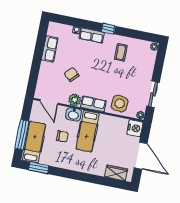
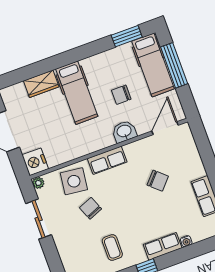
chair: (120, 82) -> (91, 208), added
plant: (75, 100) -> (134, 151), removed
door: (49, 102) -> (165, 128), hinge flipped
hospital bed: (88, 131) -> (77, 93), moved, turned 180
wardrobe: (116, 173) -> (41, 84), moved

